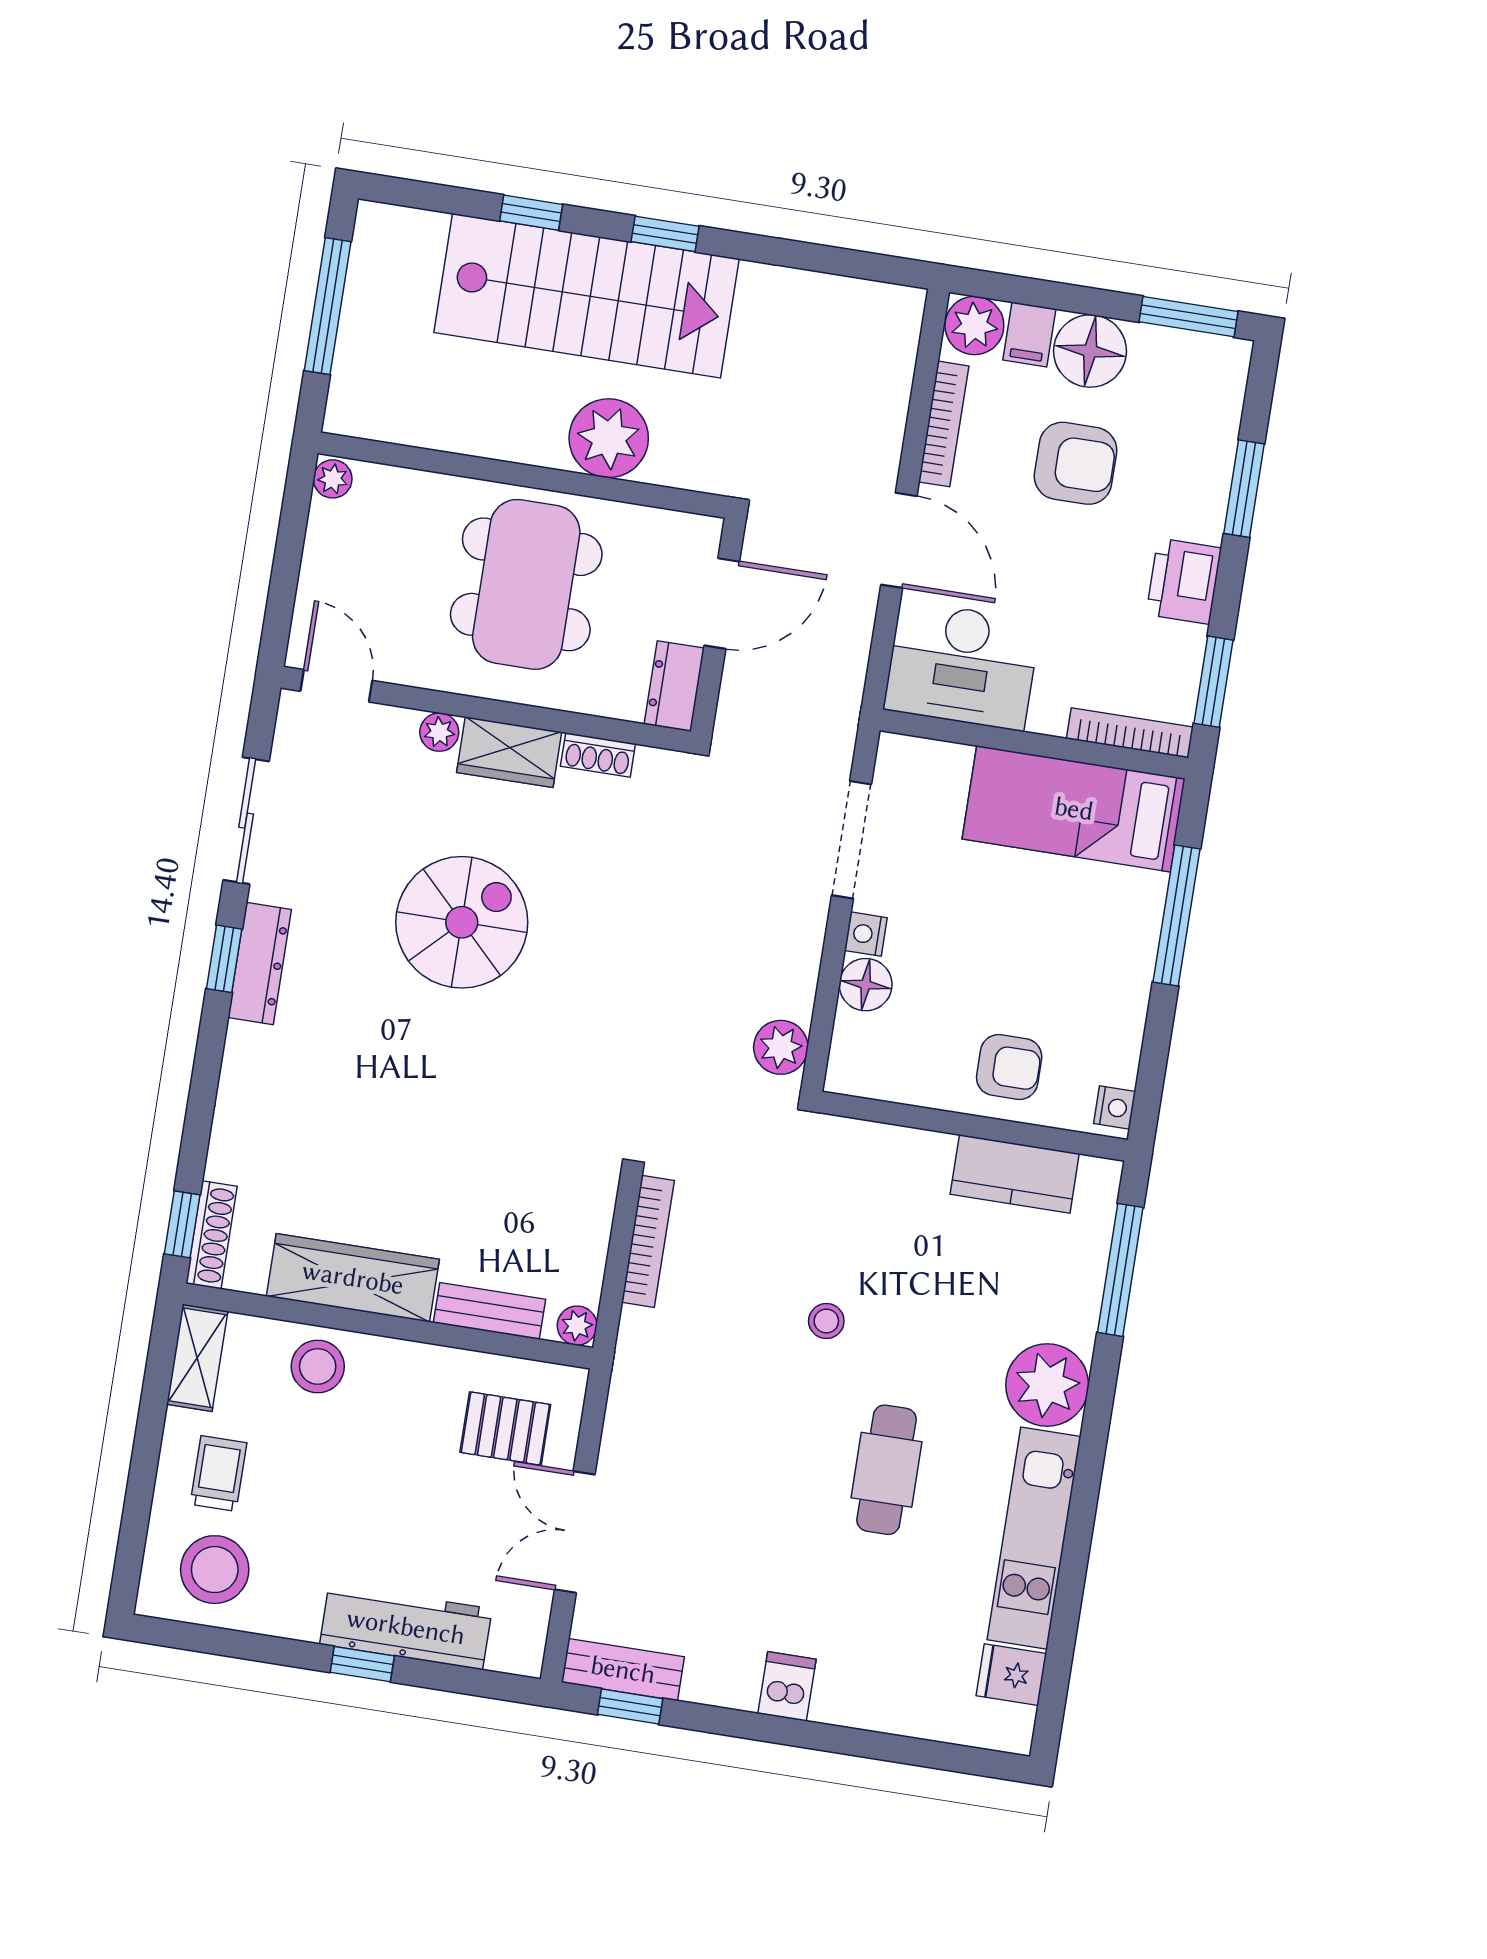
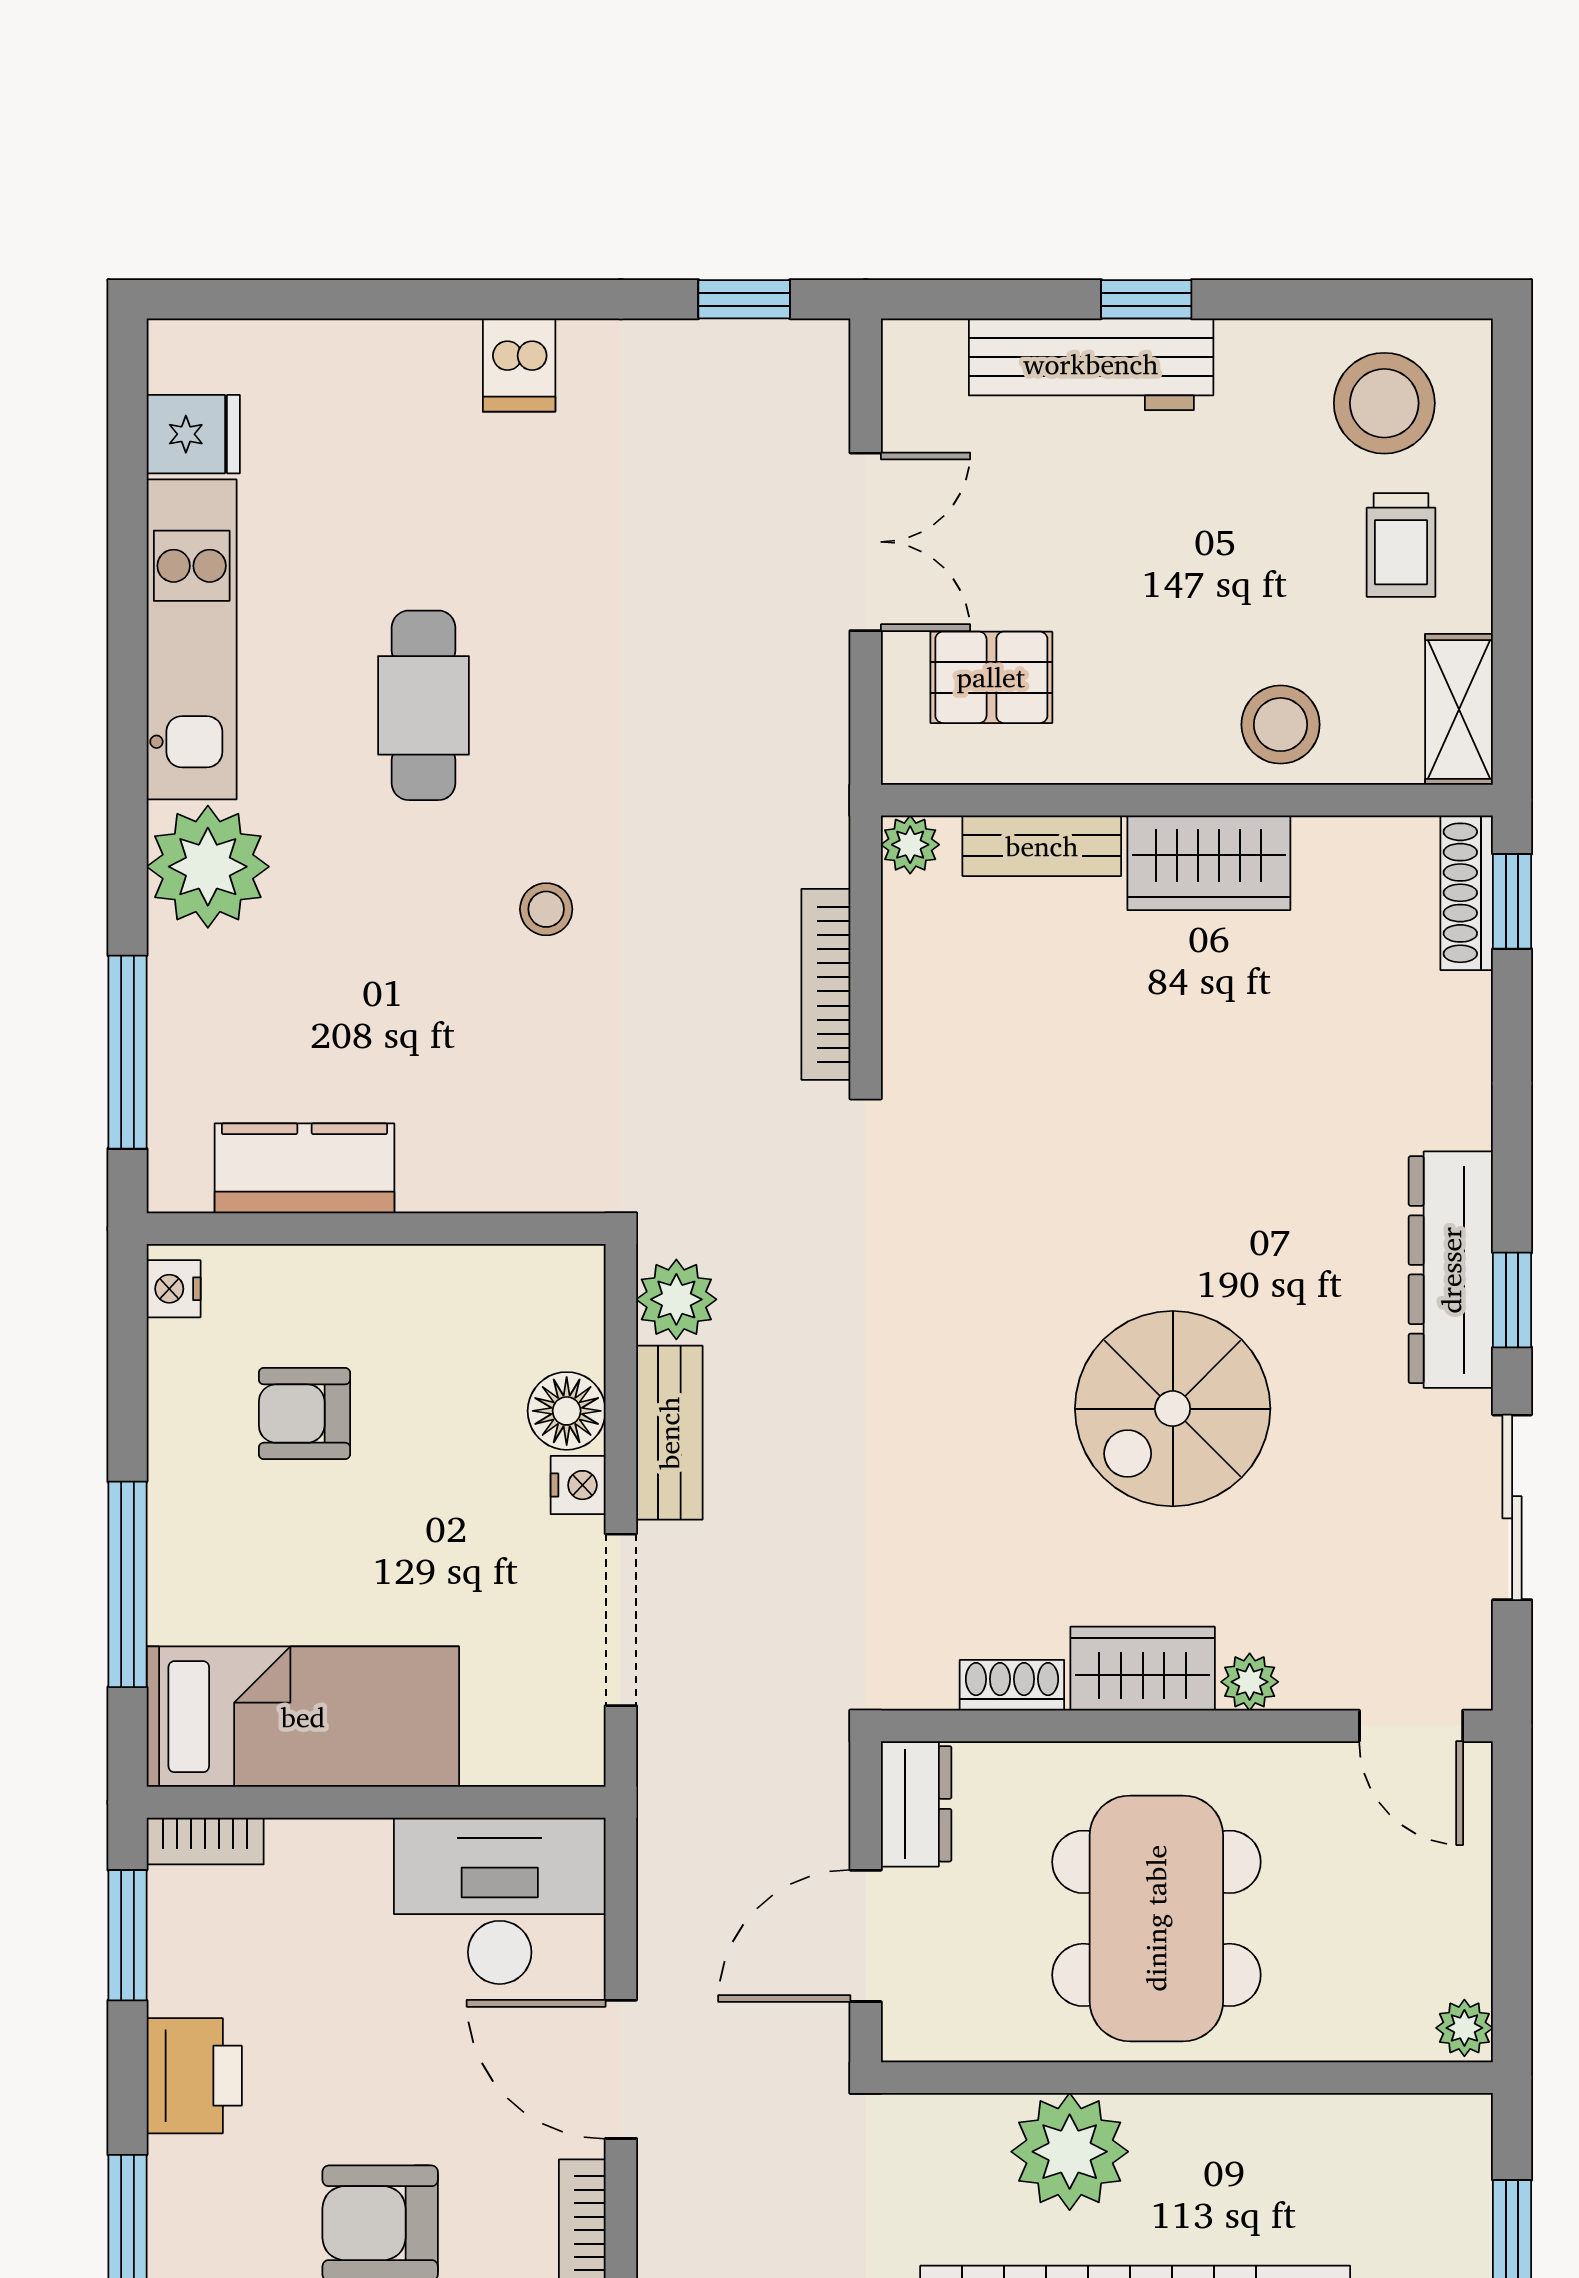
bookcase: (1130, 733) -> (205, 1841), width x0.64
dresser: (260, 963) -> (1451, 1270), width x1.37, depth x1.24
armchair: (1009, 1067) -> (304, 1414), moved
wardrobe: (353, 1278) -> (1209, 863), width x0.67
bench: (623, 1670) -> (669, 1433), moved, turned 90

